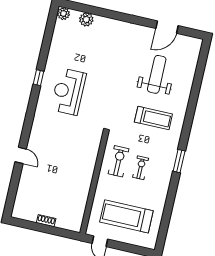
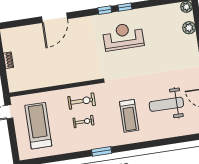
weight bench: (157, 74) -> (166, 104), turned 180
window: (33, 100) -> (105, 10), added
door: (21, 155) -> (54, 18), width x1.88

